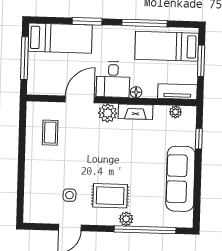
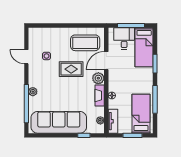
desk: (113, 79) -> (124, 39), moved, turned 90
door: (80, 99) -> (106, 61), swing flipped
coffee table: (50, 133) -> (85, 43), width x1.86, depth x1.72
sofa: (180, 179) -> (59, 122), width x1.36, depth x1.27
rug: (110, 196) -> (71, 69), moved, turned 90

